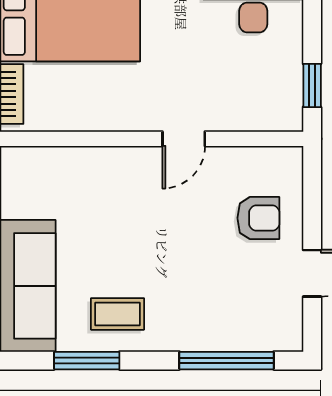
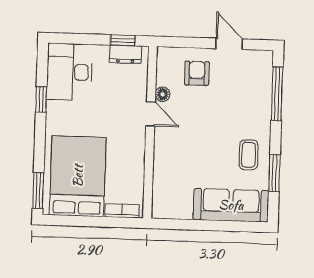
dresser: (288, 91) -> (125, 54), added
floor lamp: (219, 159) -> (163, 94), added

